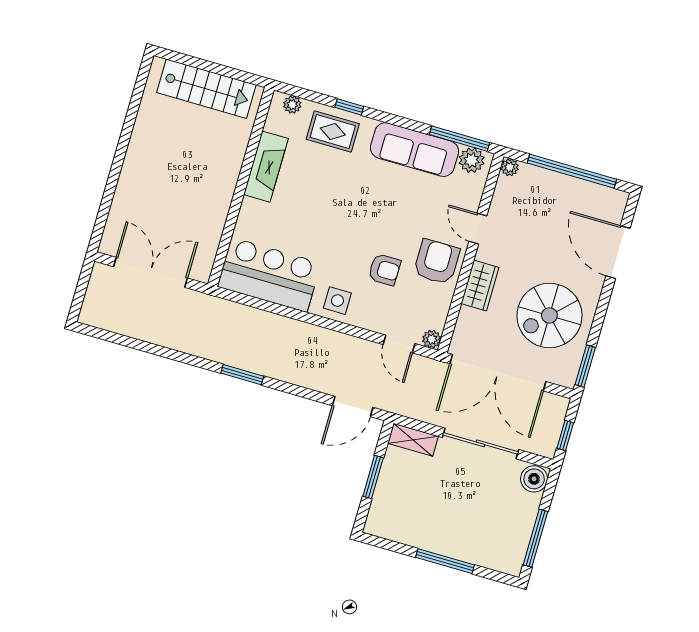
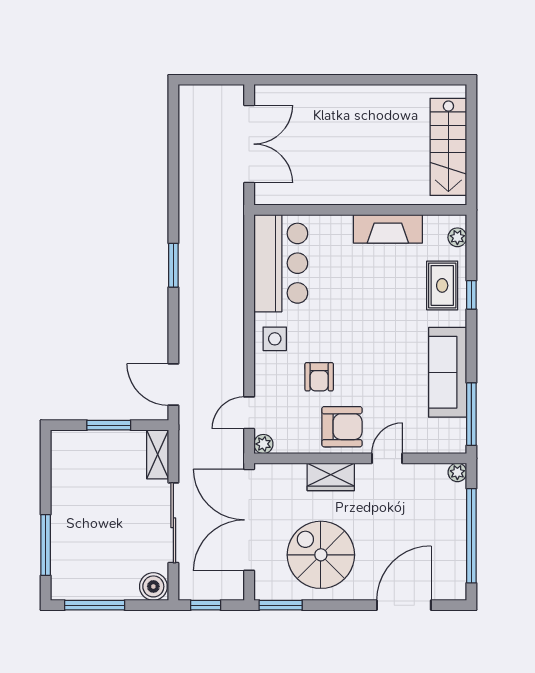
plant: (472, 160) -> (453, 432), removed
window: (445, 561) -> (46, 545), moved

